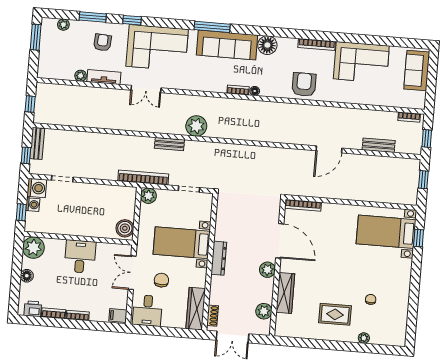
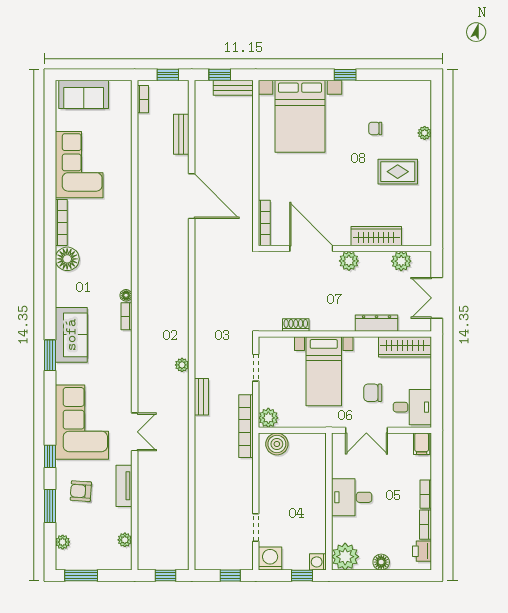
window: (212, 27) -> (50, 355), width x0.69
sofa: (227, 45) -> (71, 335), width x0.73
floor lamp: (267, 45) -> (67, 259), moved
plant: (81, 76) -> (125, 540), moved
armchair: (304, 84) -> (113, 234), removed
plant: (196, 126) -> (182, 365), width x0.53, depth x0.53
bench: (37, 143) -> (233, 88), moved
door: (329, 149) -> (192, 196), width x1.36
washing machine: (33, 205) -> (318, 562), moved, turned -90
boiler: (125, 228) -> (277, 444), moved
bed with nightstands: (386, 232) -> (300, 116), width x1.36
window: (419, 238) -> (345, 75), moved
door: (280, 241) -> (311, 248), hinge flipped
dresser: (219, 258) -> (377, 323), moved
rug: (335, 314) -> (398, 172), turned 90
shoe rack: (213, 316) -> (296, 325), moved
double door: (232, 337) -> (437, 298), swing flipped

